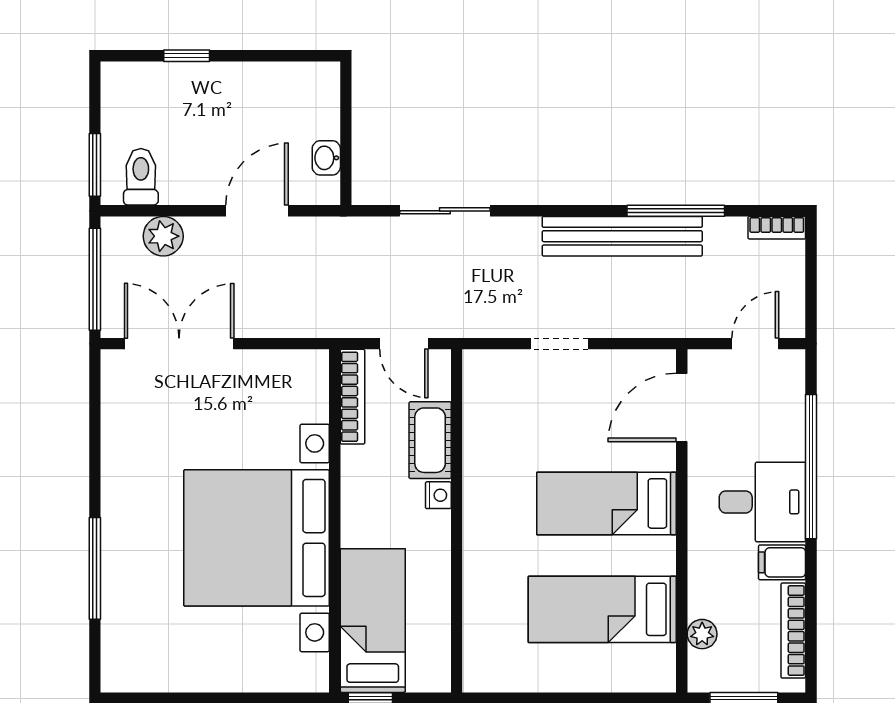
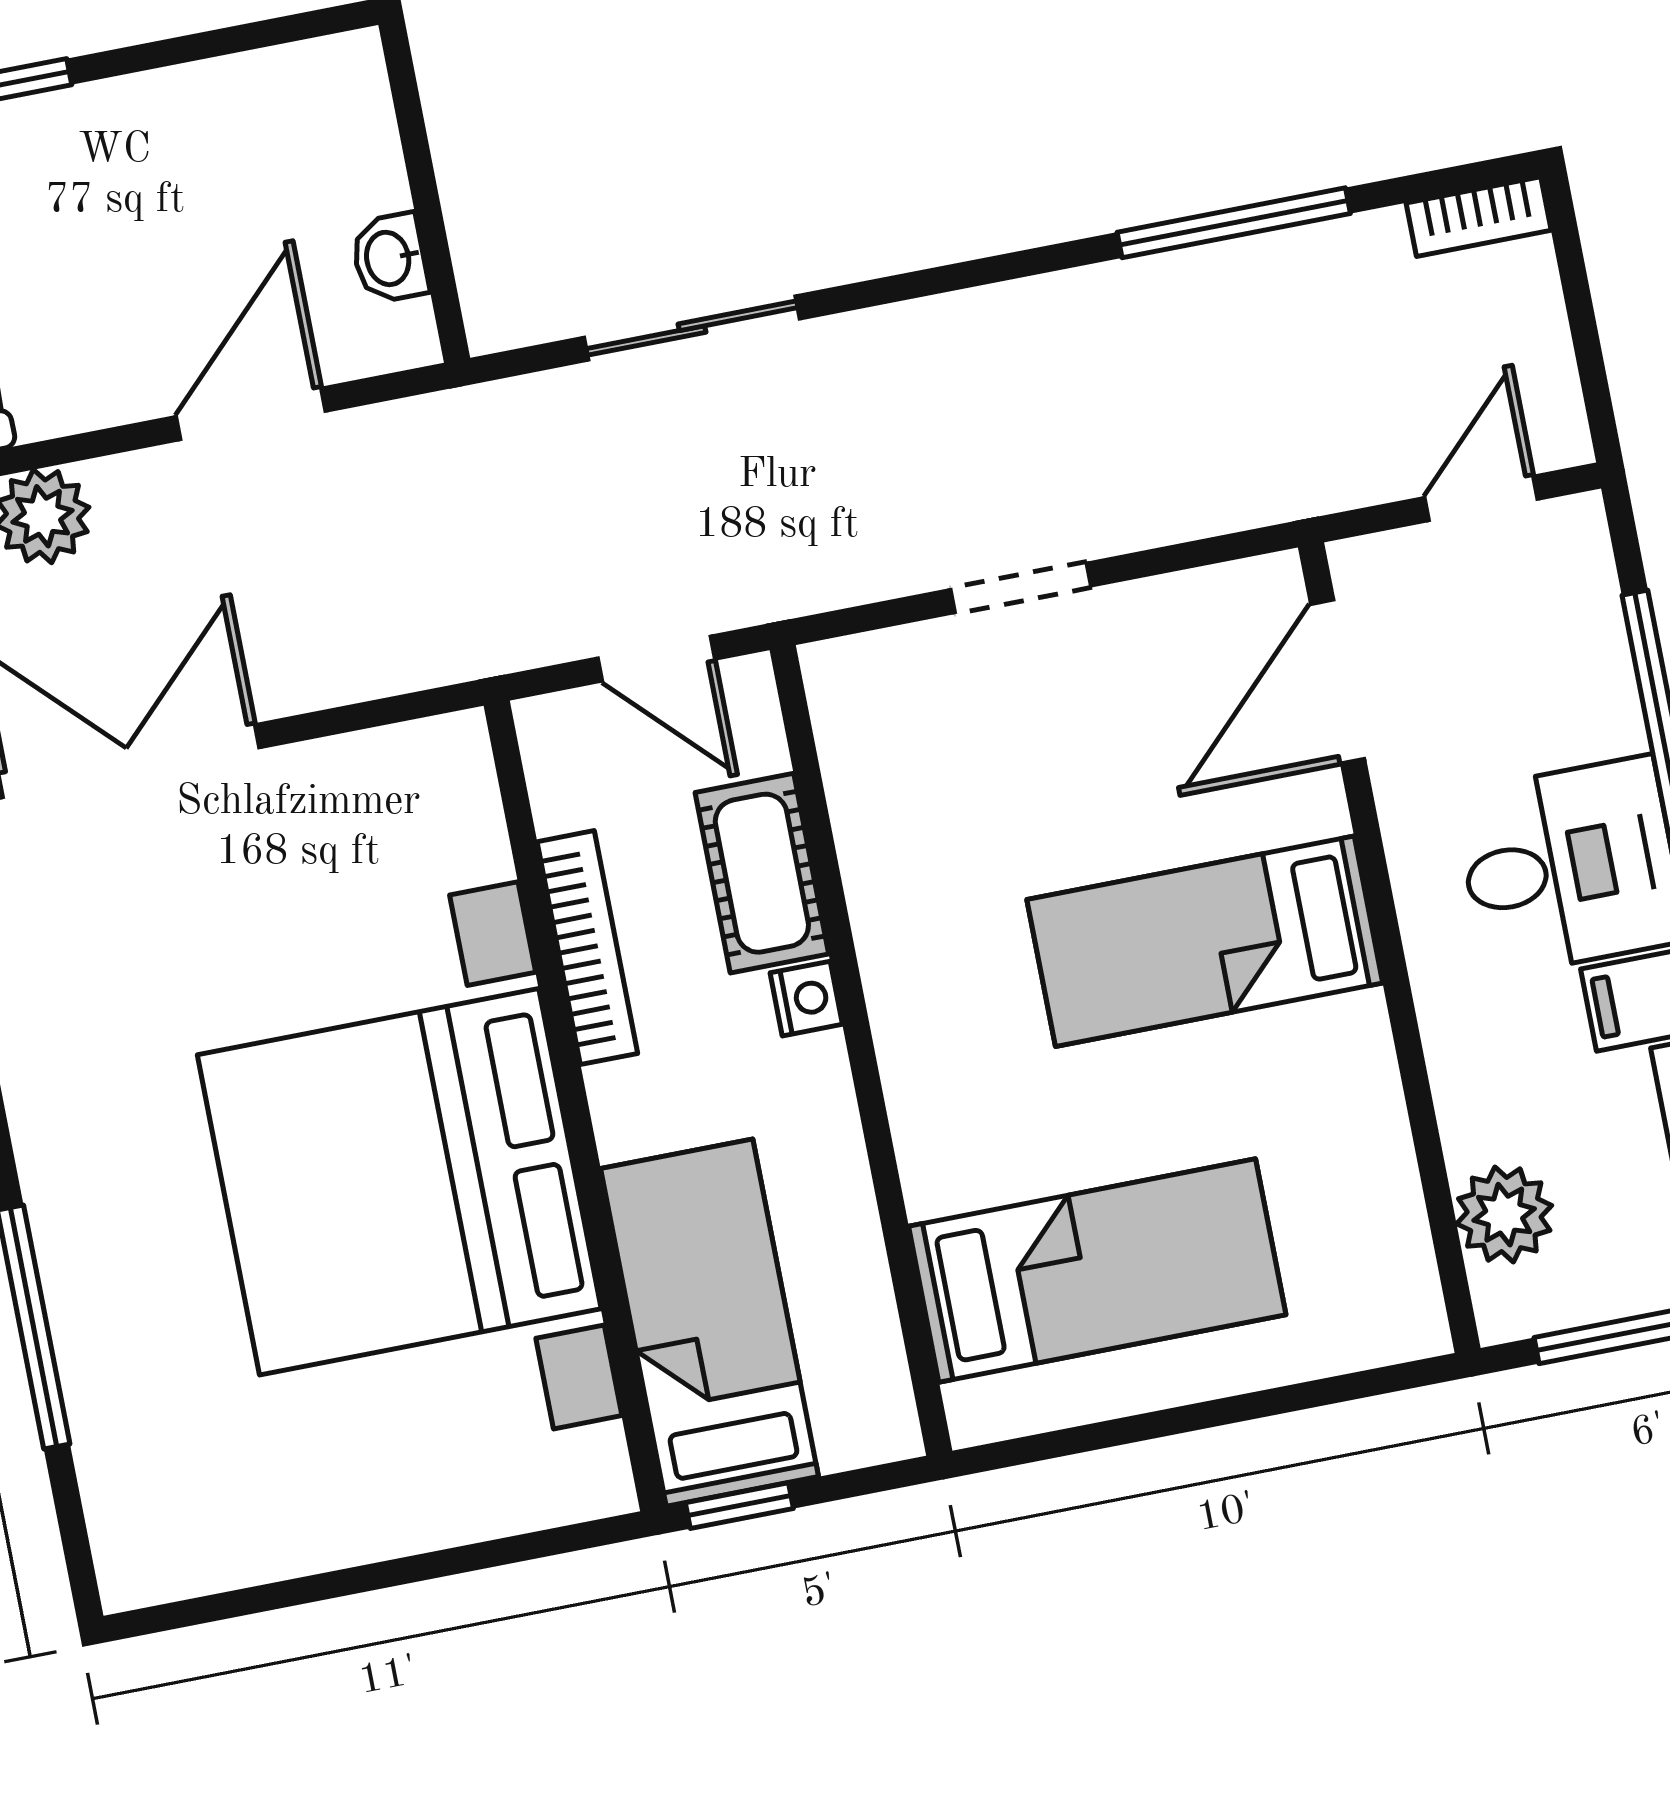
bench: (622, 236) -> (1120, 307), removed
bookcase: (352, 397) -> (587, 948), moved
bed: (602, 609) -> (1097, 1270), moved, turned 180
plant: (702, 634) -> (1504, 1215), width x1.38, depth x1.38

